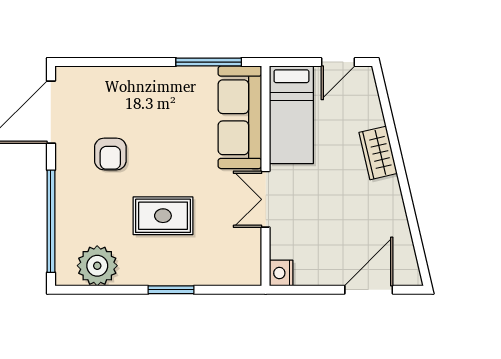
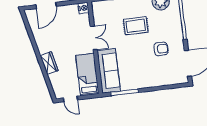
door: (338, 62) -> (71, 99), swing flipped
armchair: (110, 154) -> (161, 49), turned 90

